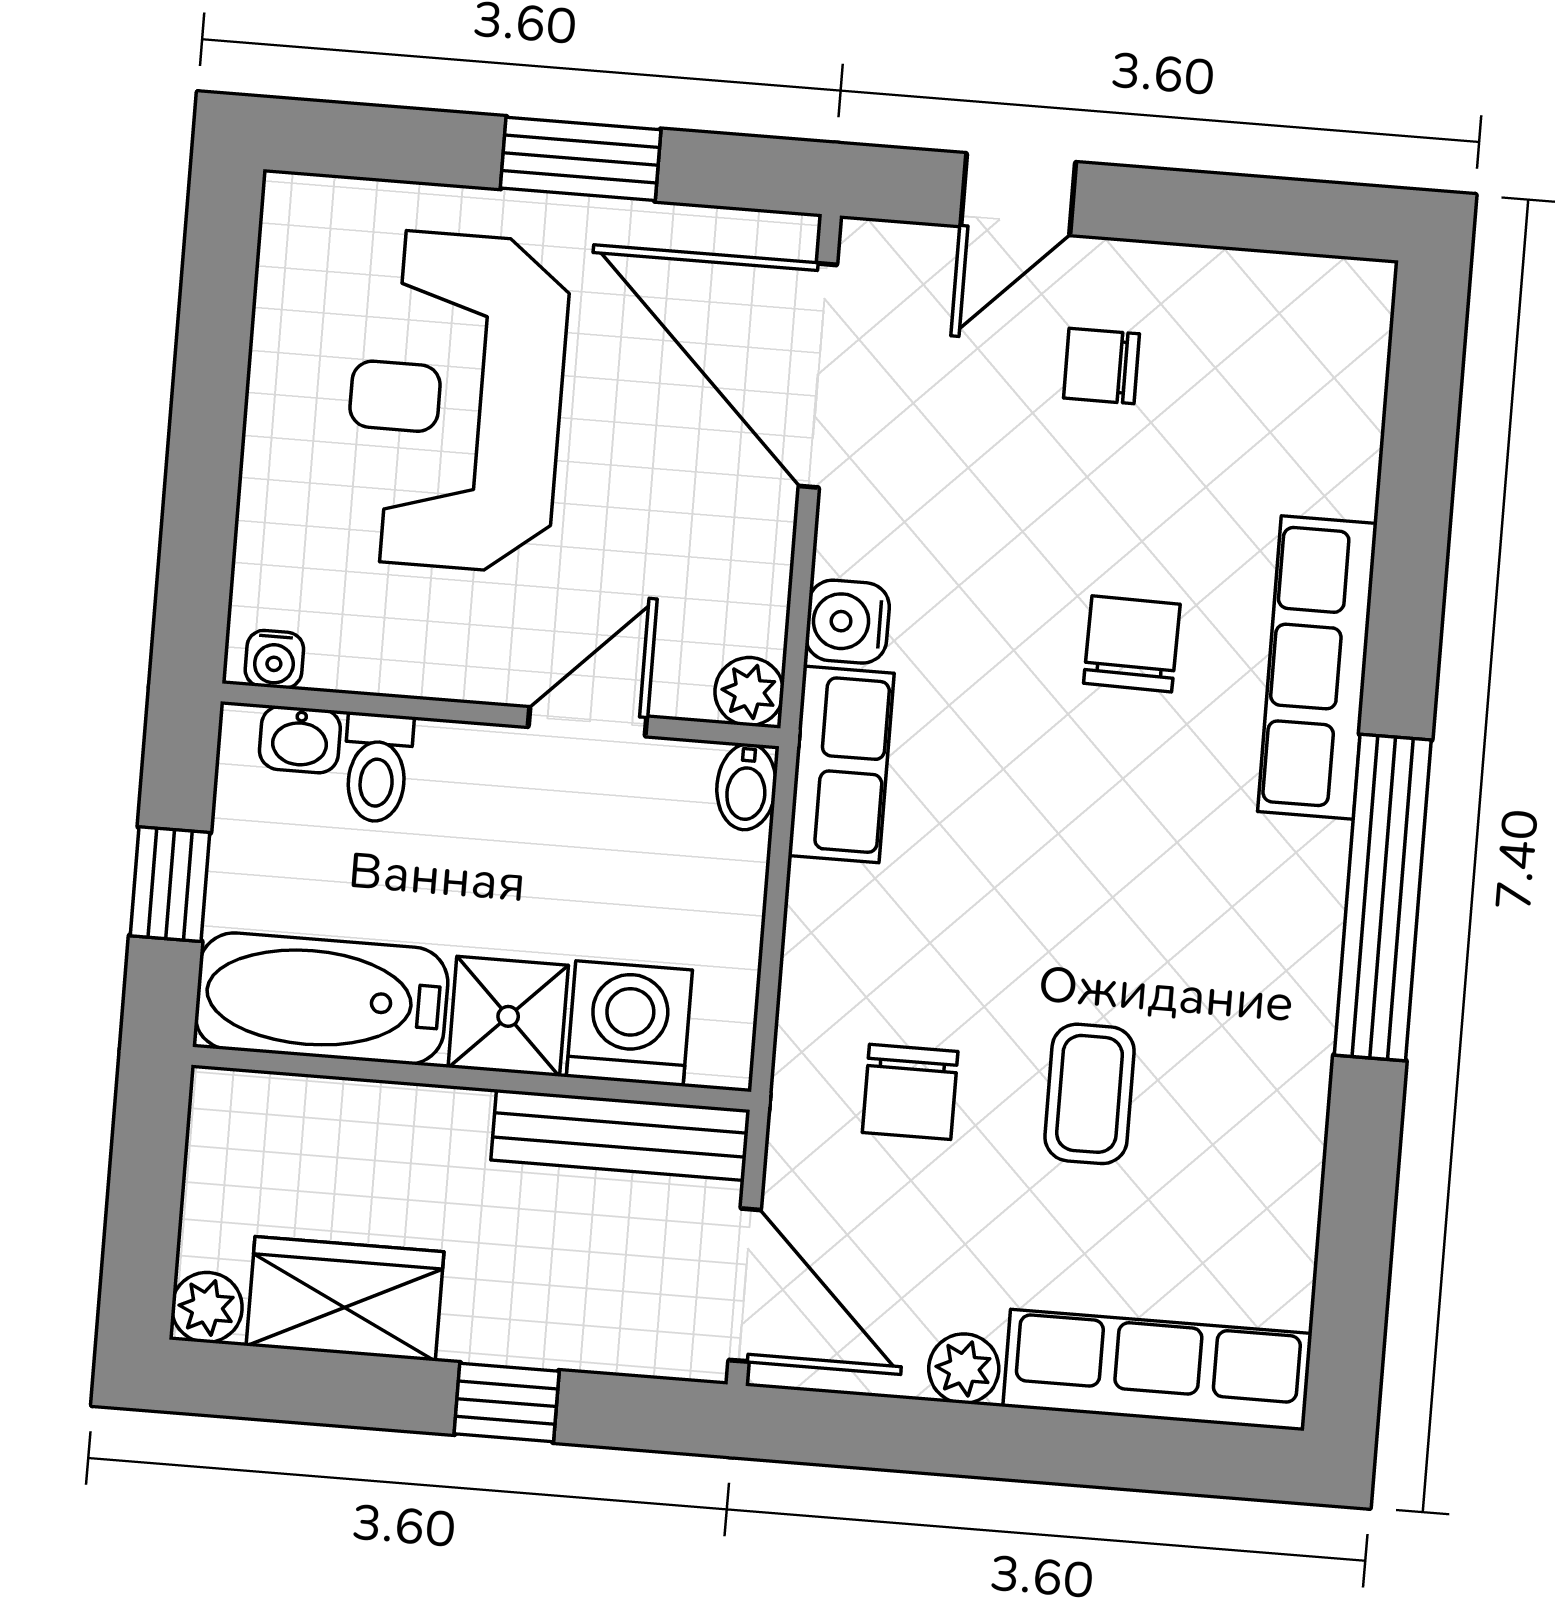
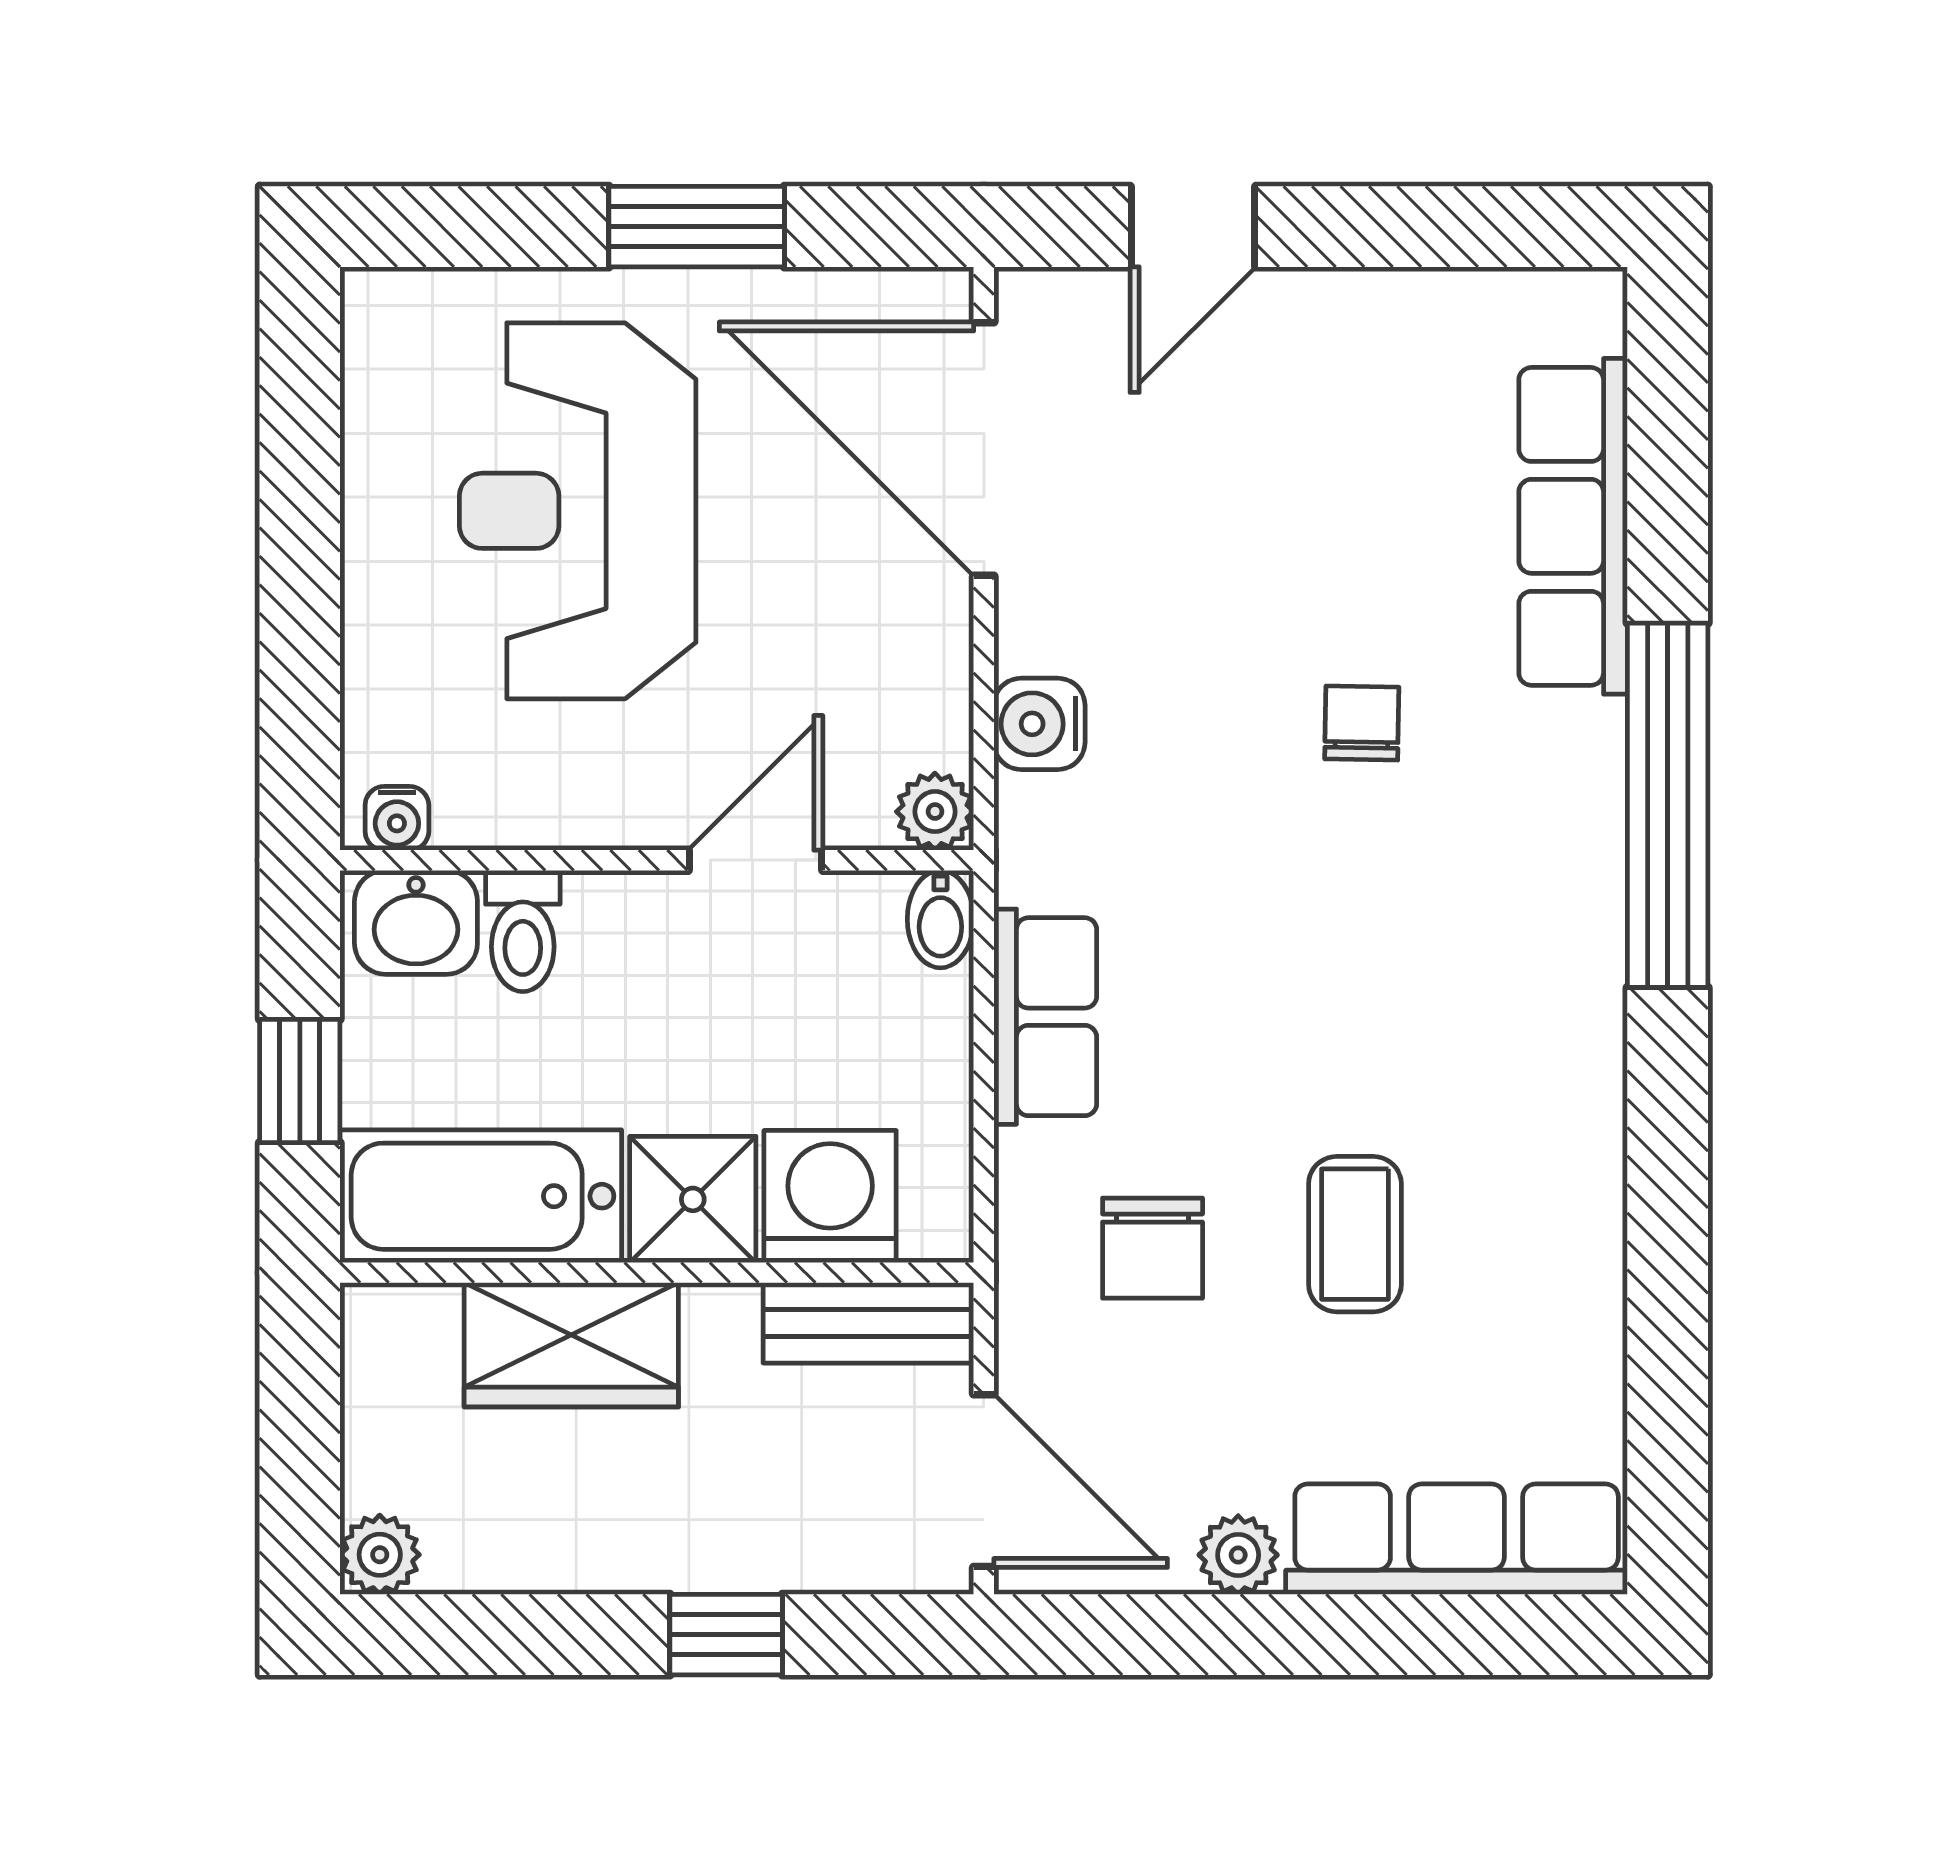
chair: (1101, 366) -> (1302, 413), removed
chair: (1132, 644) -> (1362, 723), width x0.73, depth x0.73
row of seats: (1317, 667) -> (1573, 526), moved
washbasin: (300, 739) -> (416, 922), width x1.38, depth x1.45
row of seats: (841, 764) -> (1045, 1017), moved
window: (1383, 898) -> (1668, 805), moved
bench: (620, 1135) -> (868, 1323), width x0.73
wardrobe: (345, 1299) -> (571, 1345), moved, turned 180

